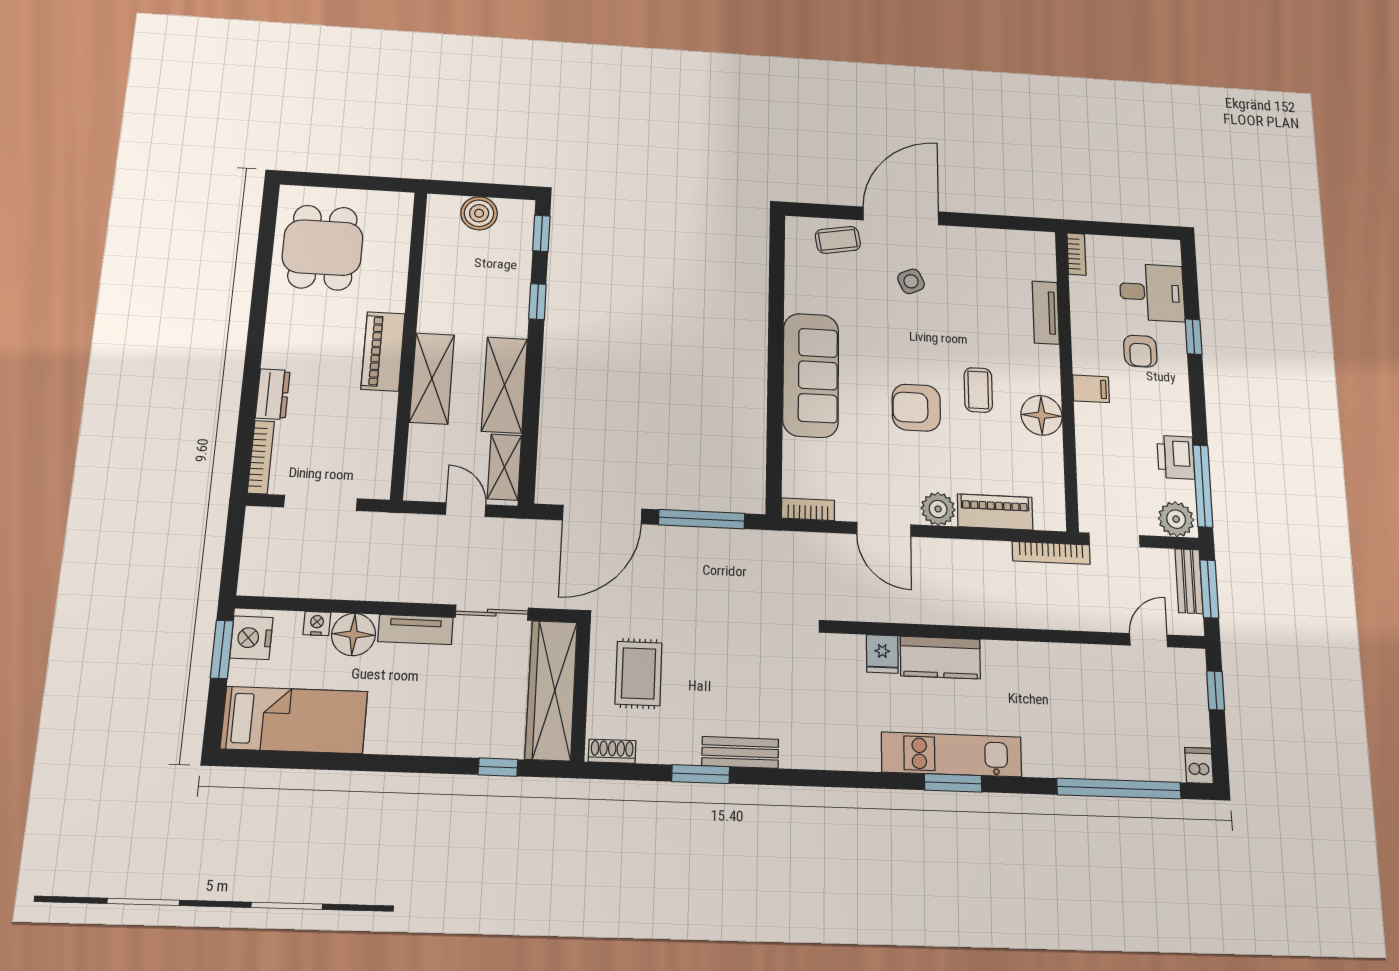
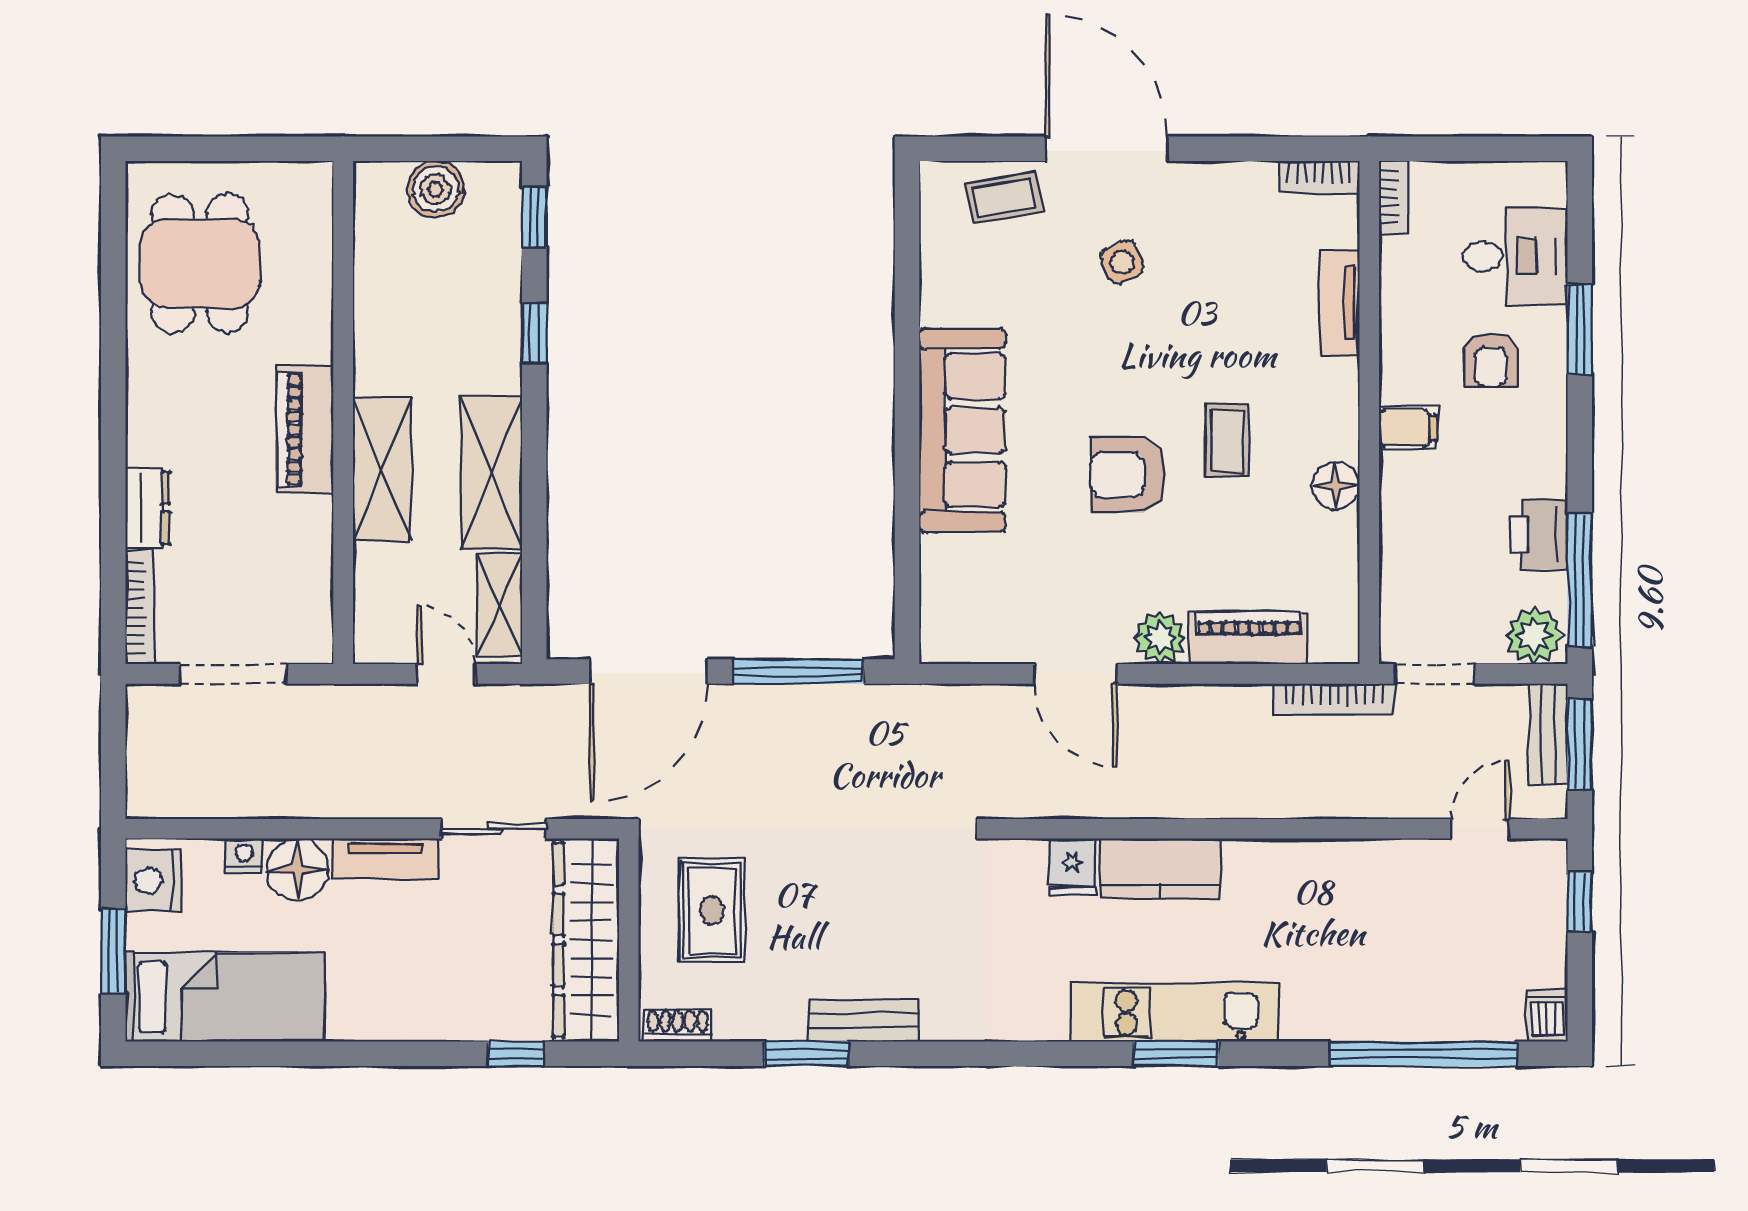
door: (901, 216) -> (1107, 149), hinge flipped
window: (1194, 337) -> (1580, 329), width x1.50
floor lamp: (1042, 415) -> (1336, 486), width x0.73, depth x0.73
bookcase: (808, 509) -> (1319, 177), moved, turned 180
window: (222, 649) -> (113, 951), moved

